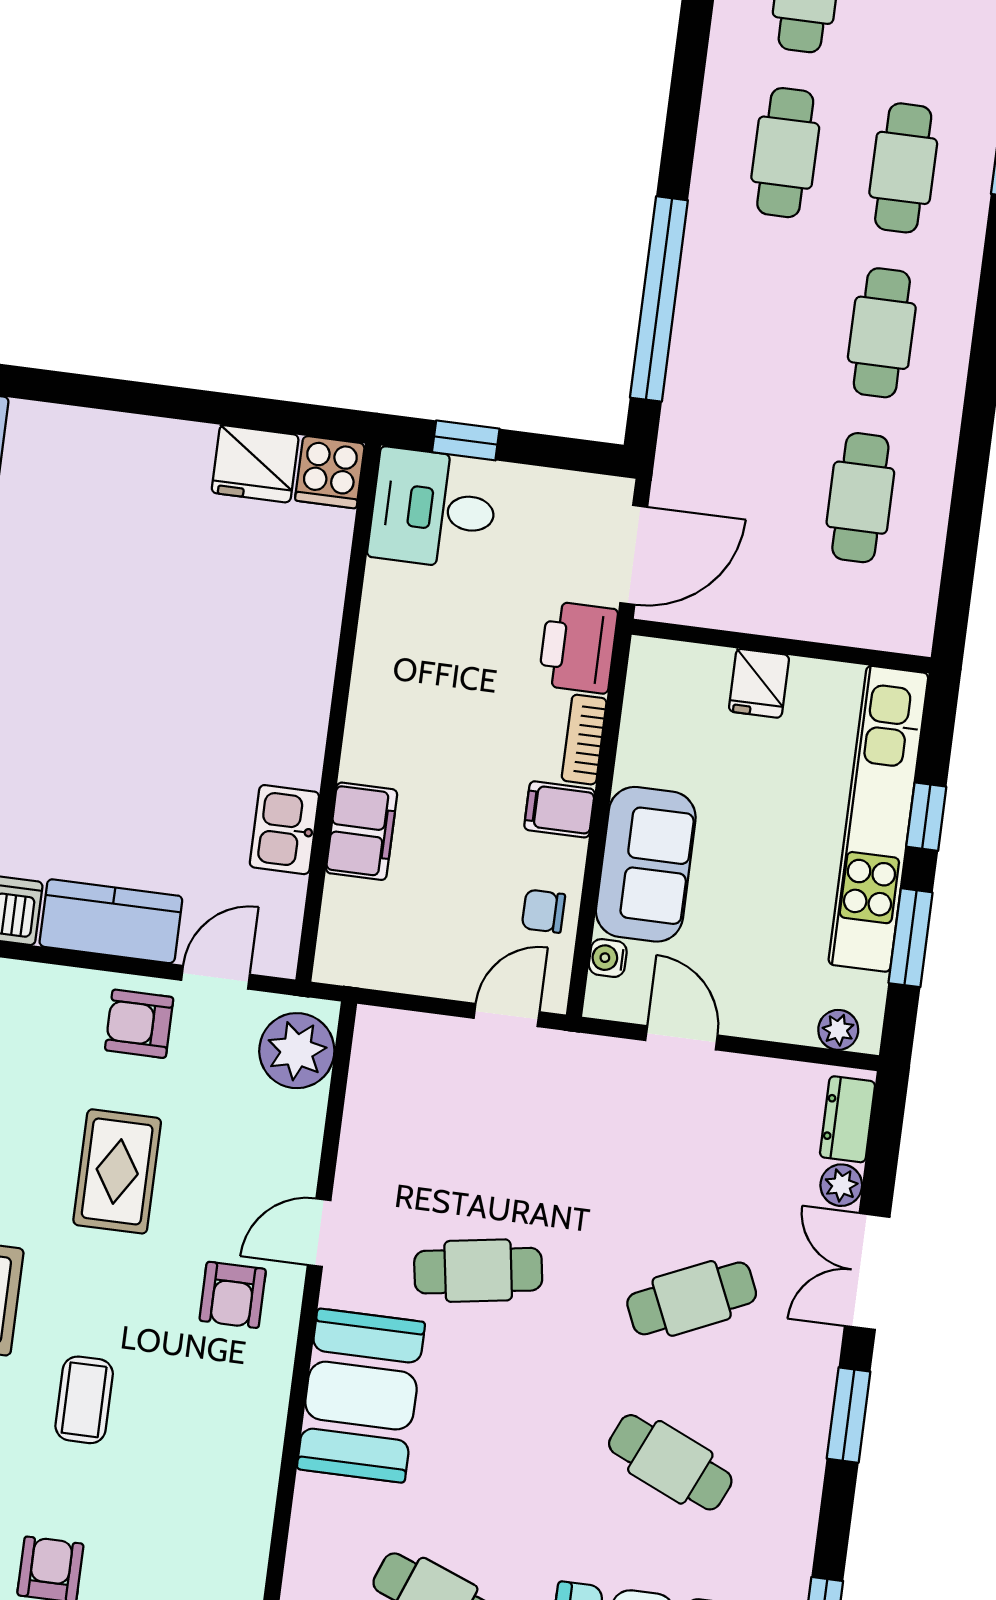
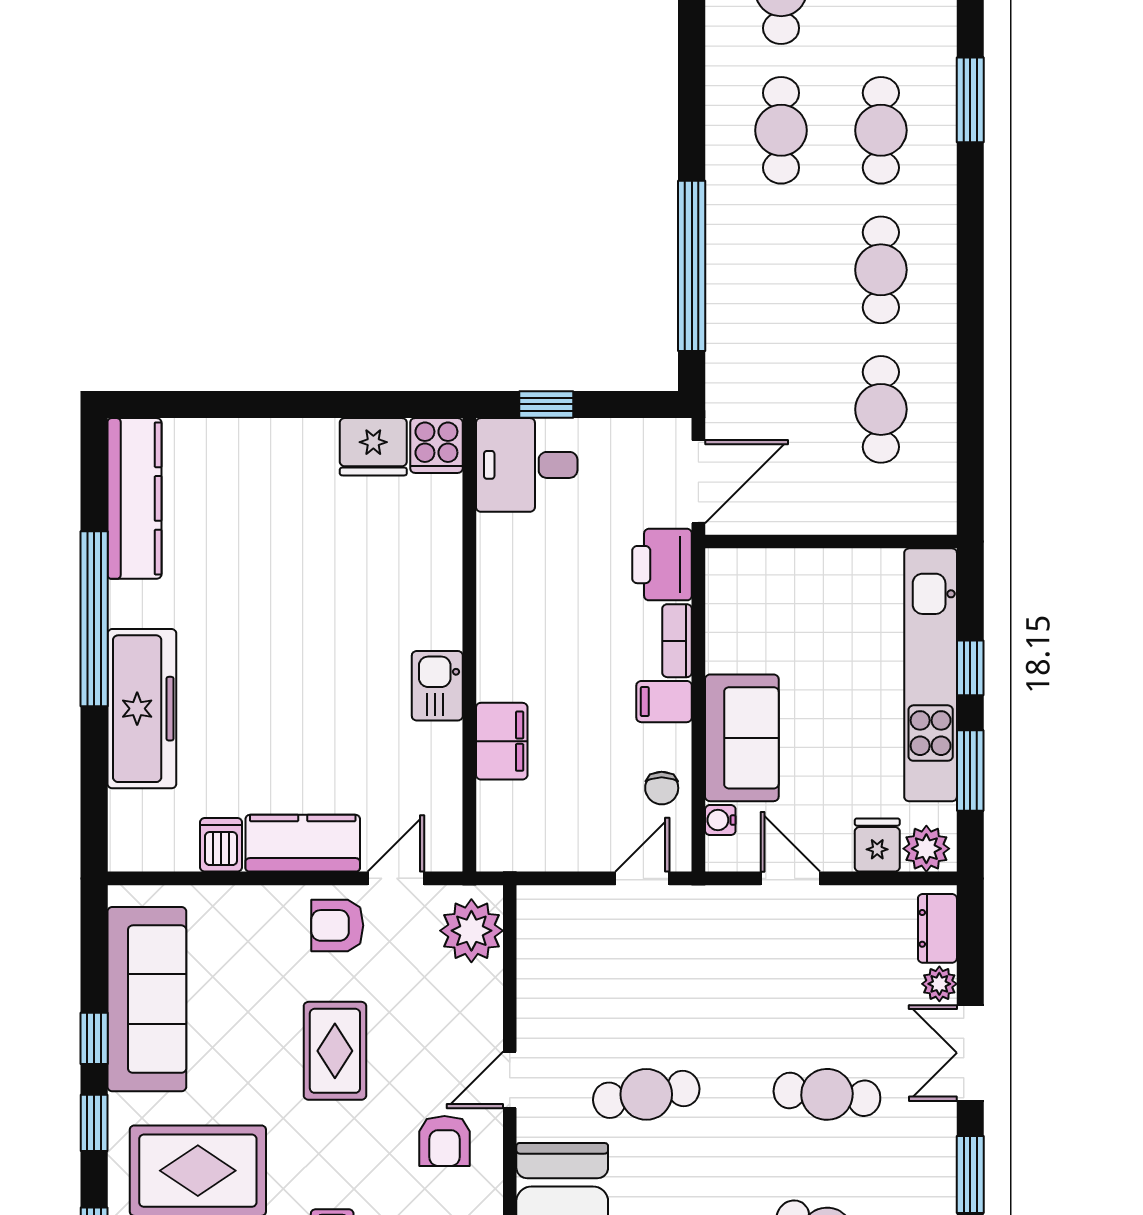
fridge: (759, 683) -> (877, 845), moved, turned 180
kitchen sink: (284, 830) -> (437, 686), moved
chair: (543, 911) -> (662, 788), turned -90
plant: (838, 1030) -> (926, 849), width x1.38, depth x1.38
cafe table: (692, 1298) -> (827, 1094), turned 30

